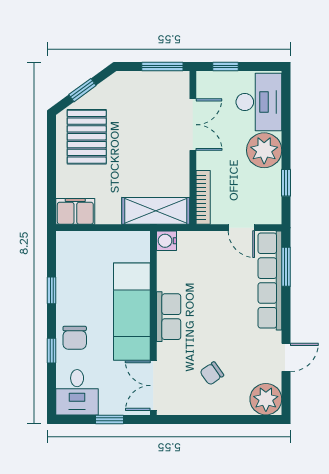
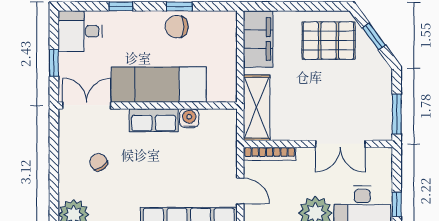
window: (225, 67) -> (397, 204), moved
filing cabinet: (75, 211) -> (258, 39), width x1.50, depth x1.17
door: (241, 228) -> (240, 191), swing flipped
water cooler: (167, 241) -> (189, 118), moved
chair: (75, 338) -> (177, 27), moved

